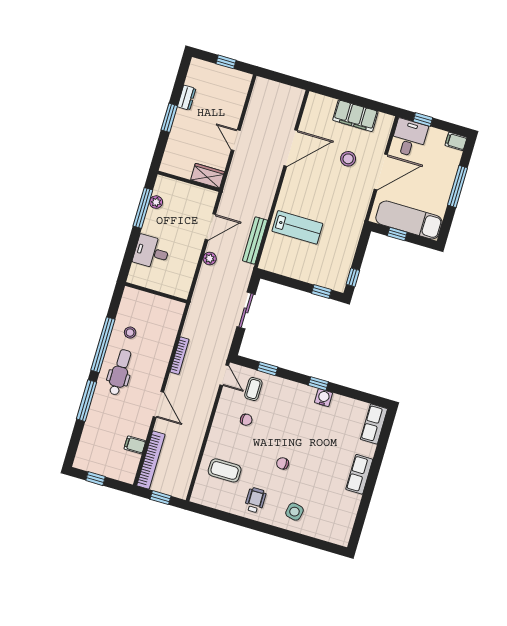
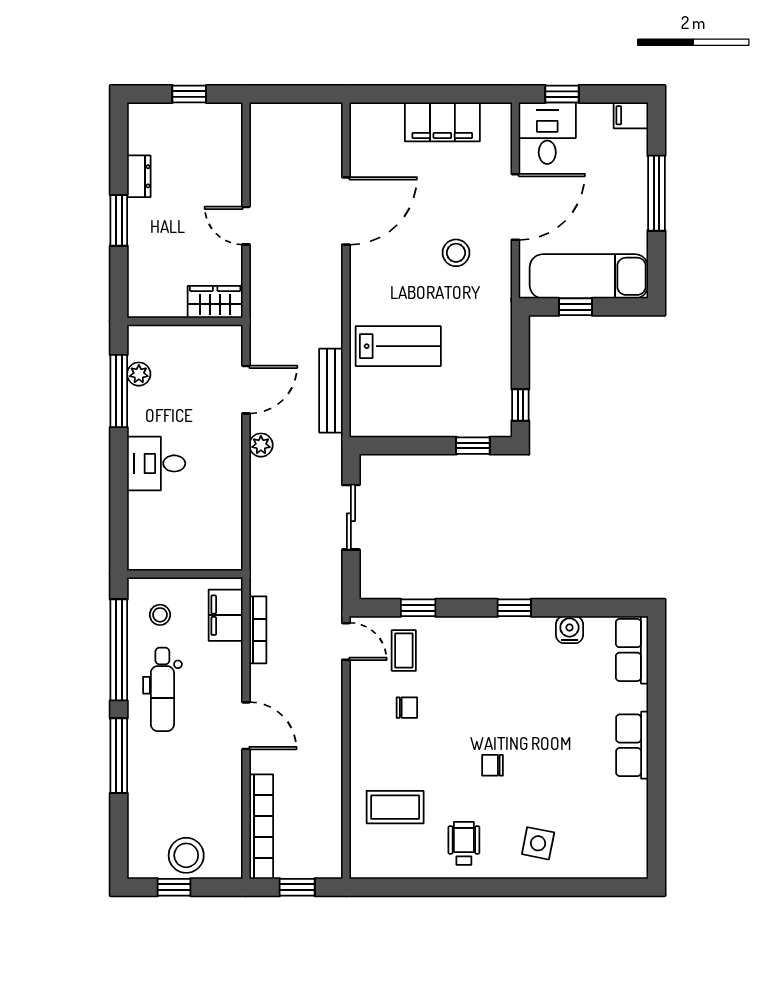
stool: (348, 159) -> (456, 253), moved
wall: (156, 293) -> (185, 574), moved
dental chair: (120, 372) -> (162, 689), turned 180
water cooler: (324, 398) -> (569, 630), moved
filing cabinet: (135, 445) -> (226, 615), moved, width x2.00
stool: (107, 464) -> (186, 855), added

